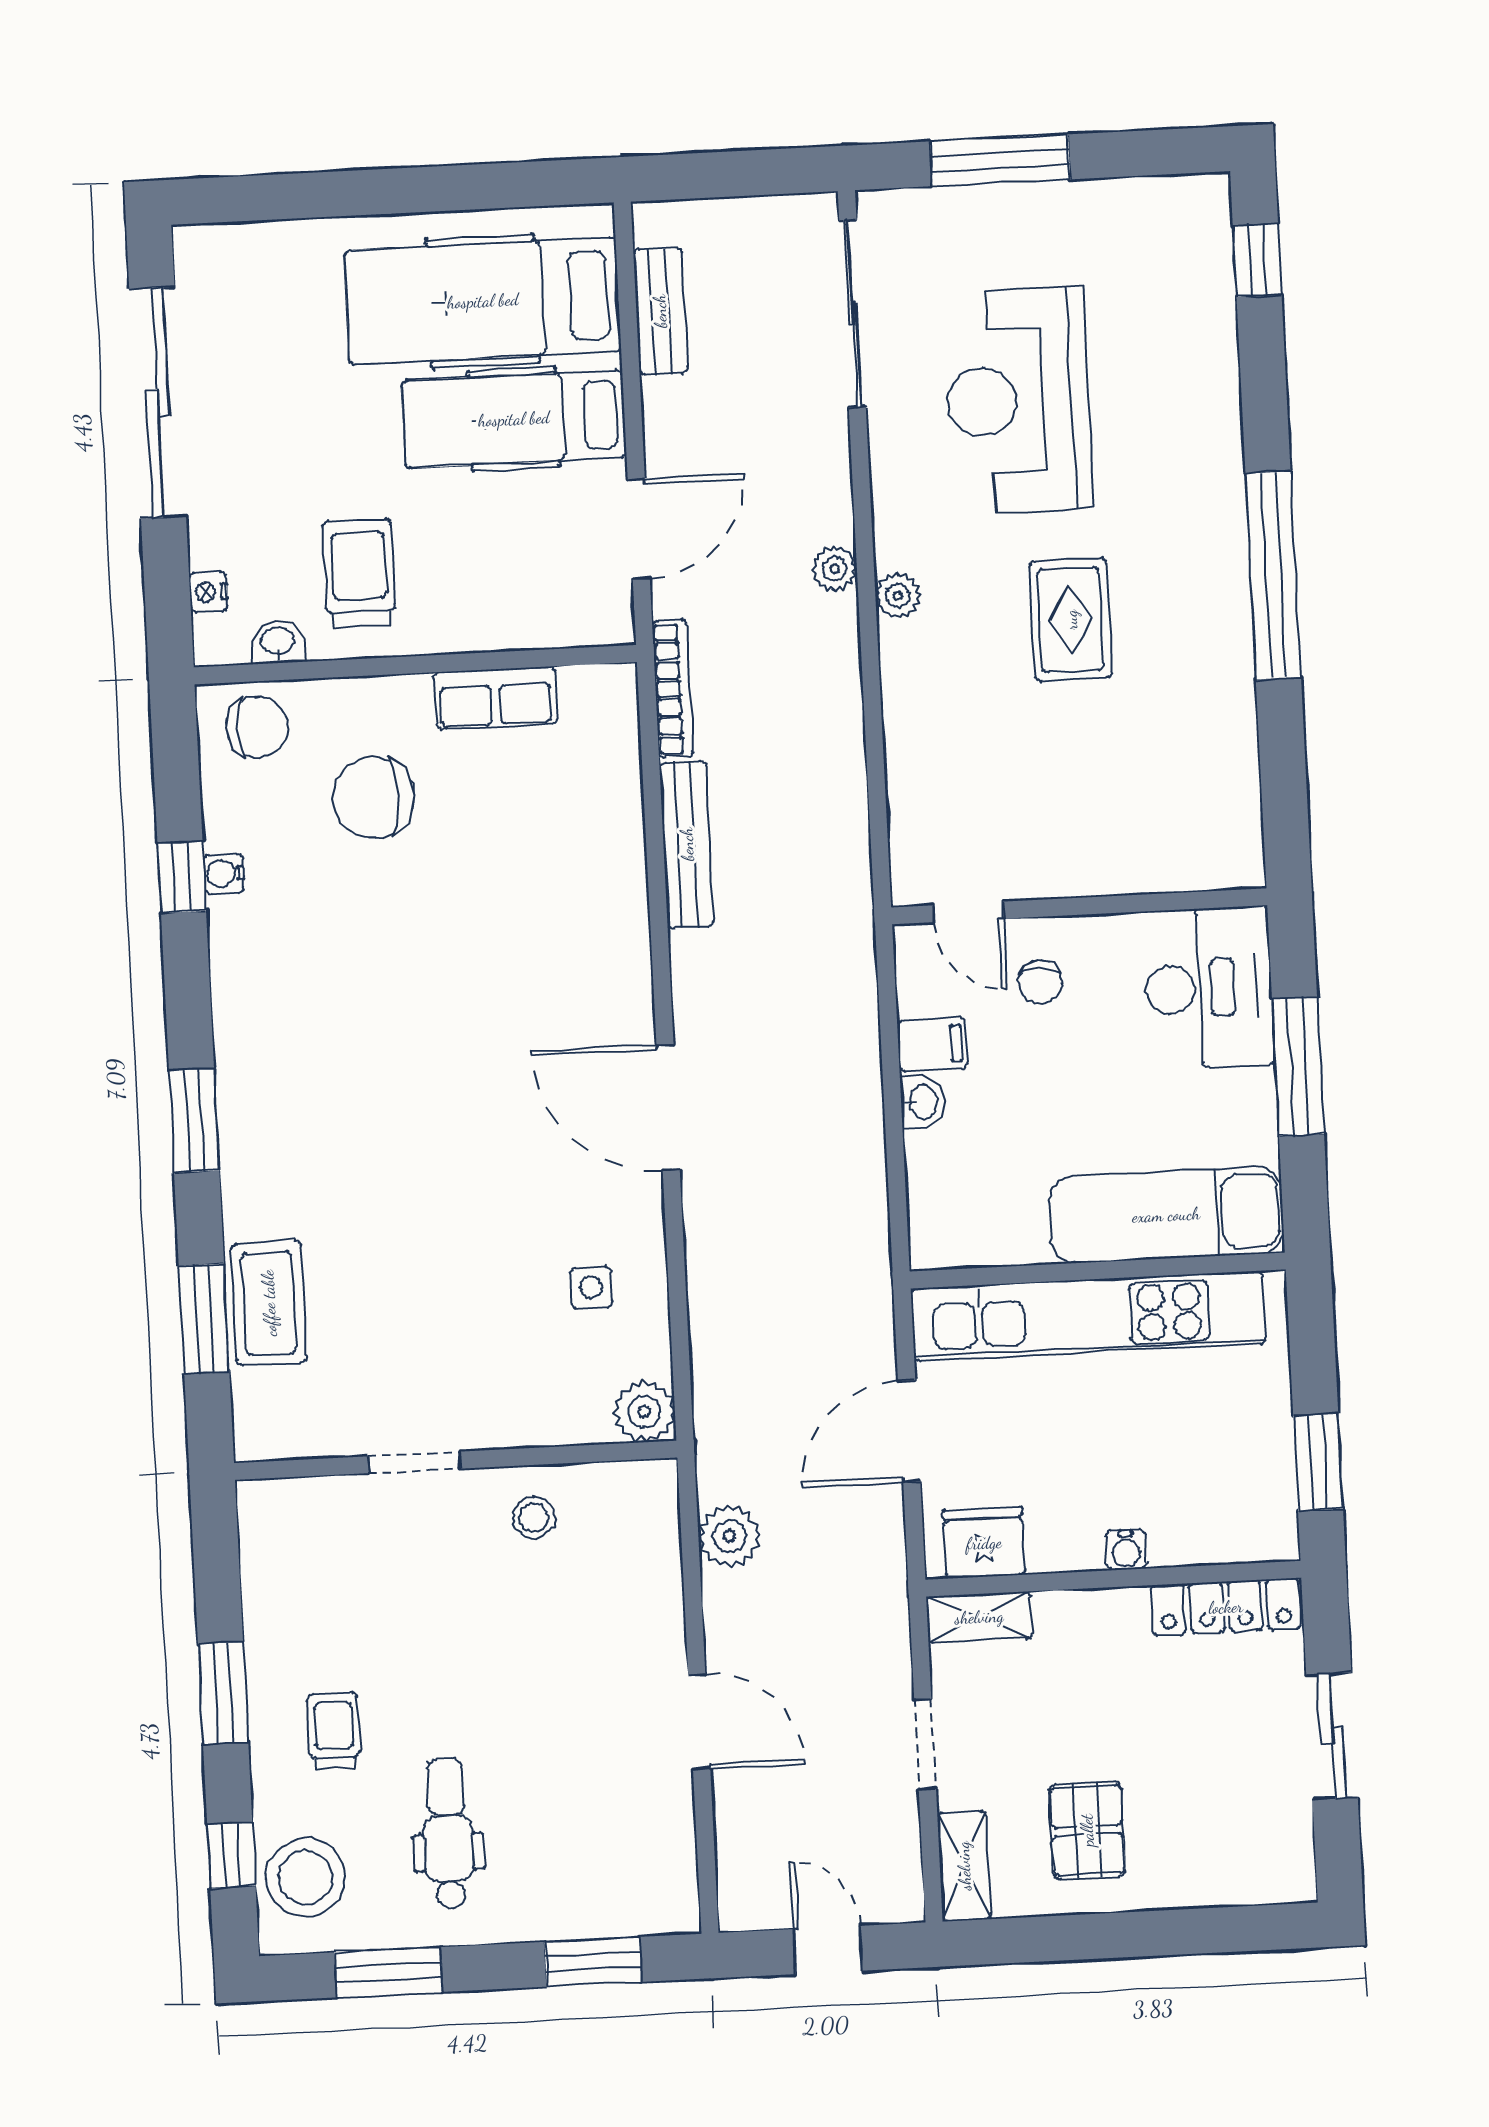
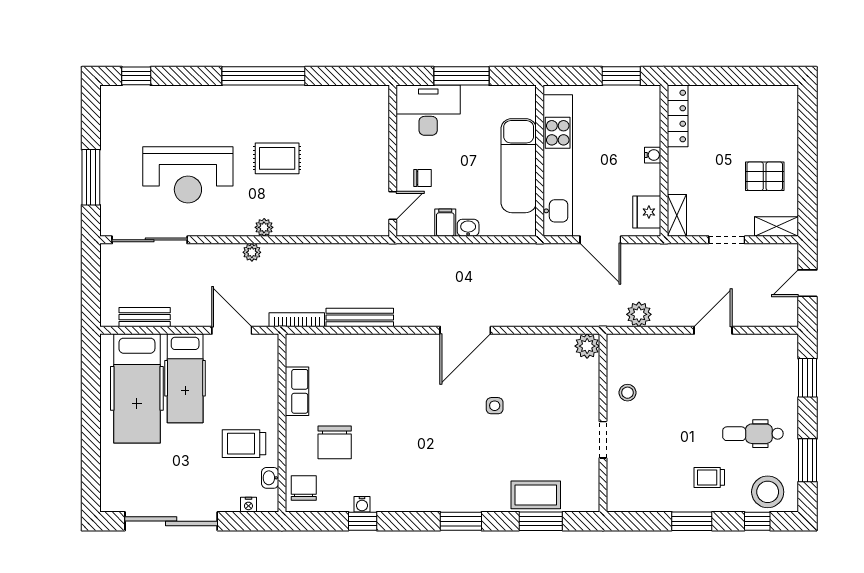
exam couch: (1166, 1215) -> (519, 166), moved
side table: (591, 1287) -> (495, 406), moved
sliding door: (1332, 1736) -> (732, 76), removed

